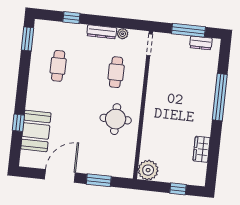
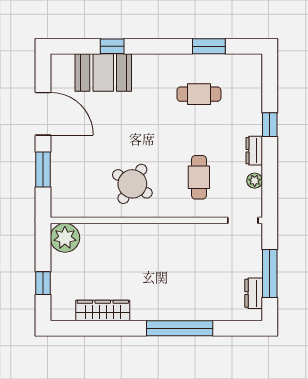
window: (71, 18) -> (270, 125), moved
dresser: (102, 32) -> (254, 151), width x0.70
window: (27, 39) -> (209, 46), moved
cafe table: (116, 72) -> (199, 177), turned 90
round table: (116, 119) -> (132, 184), turned 32
wardrobe: (202, 149) -> (103, 310), width x1.50

